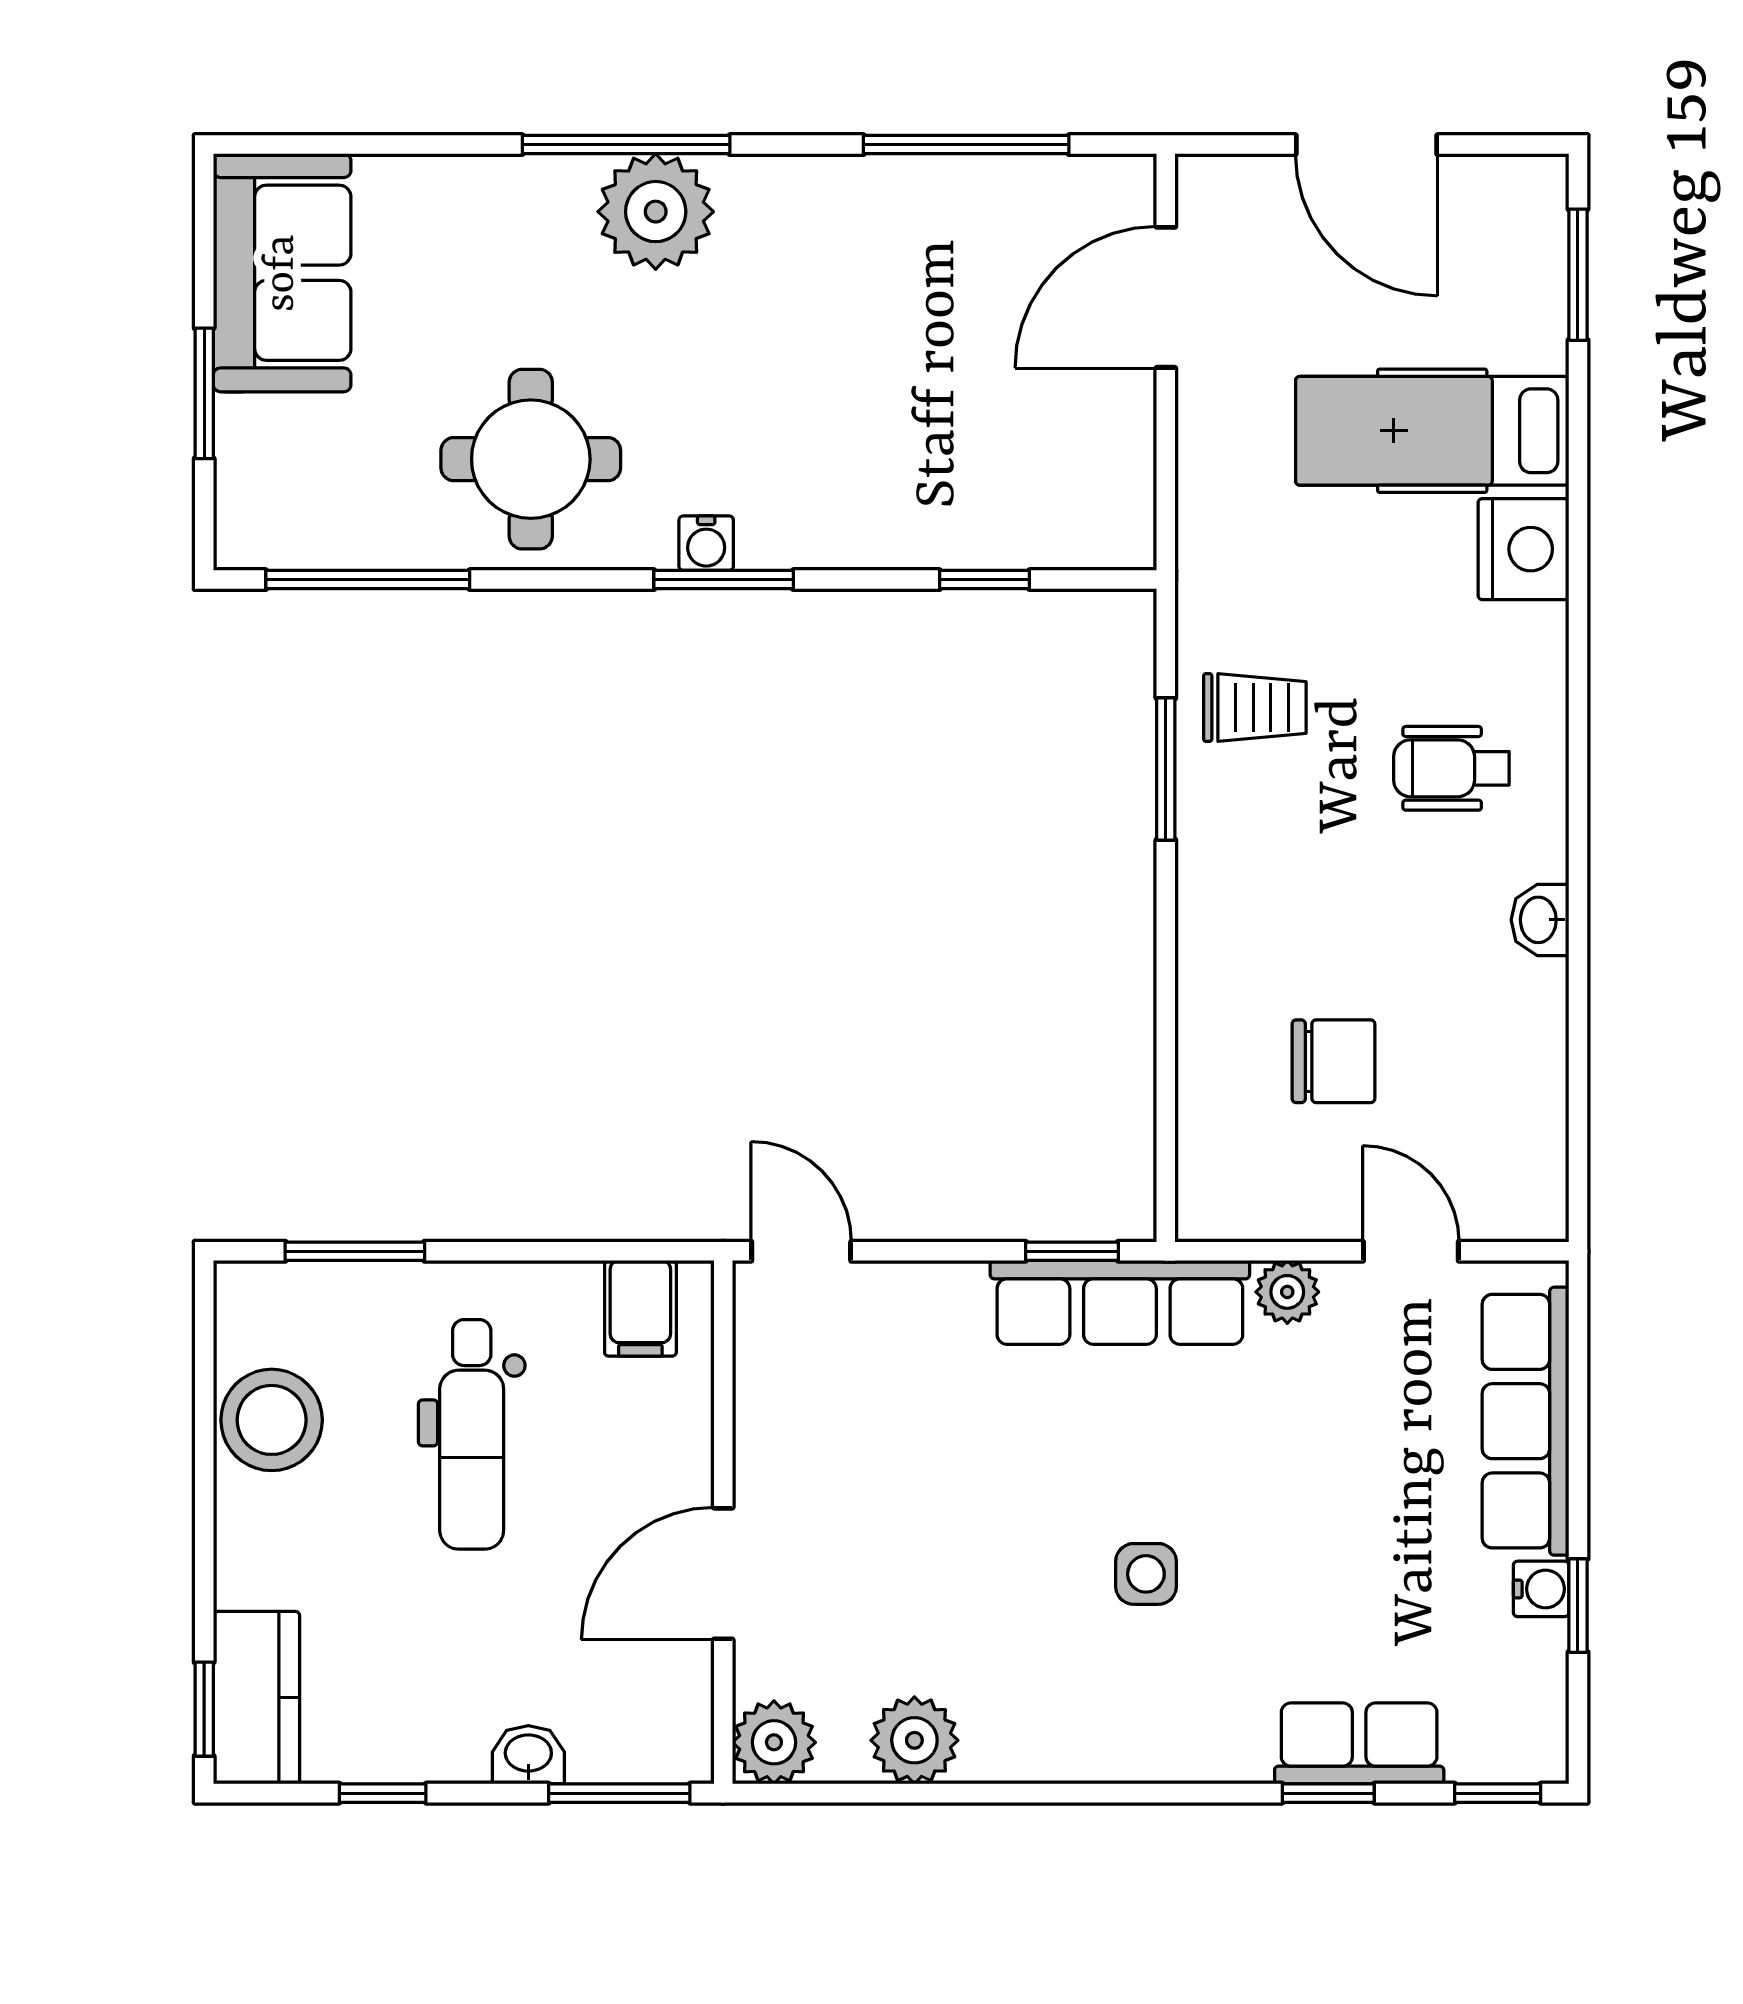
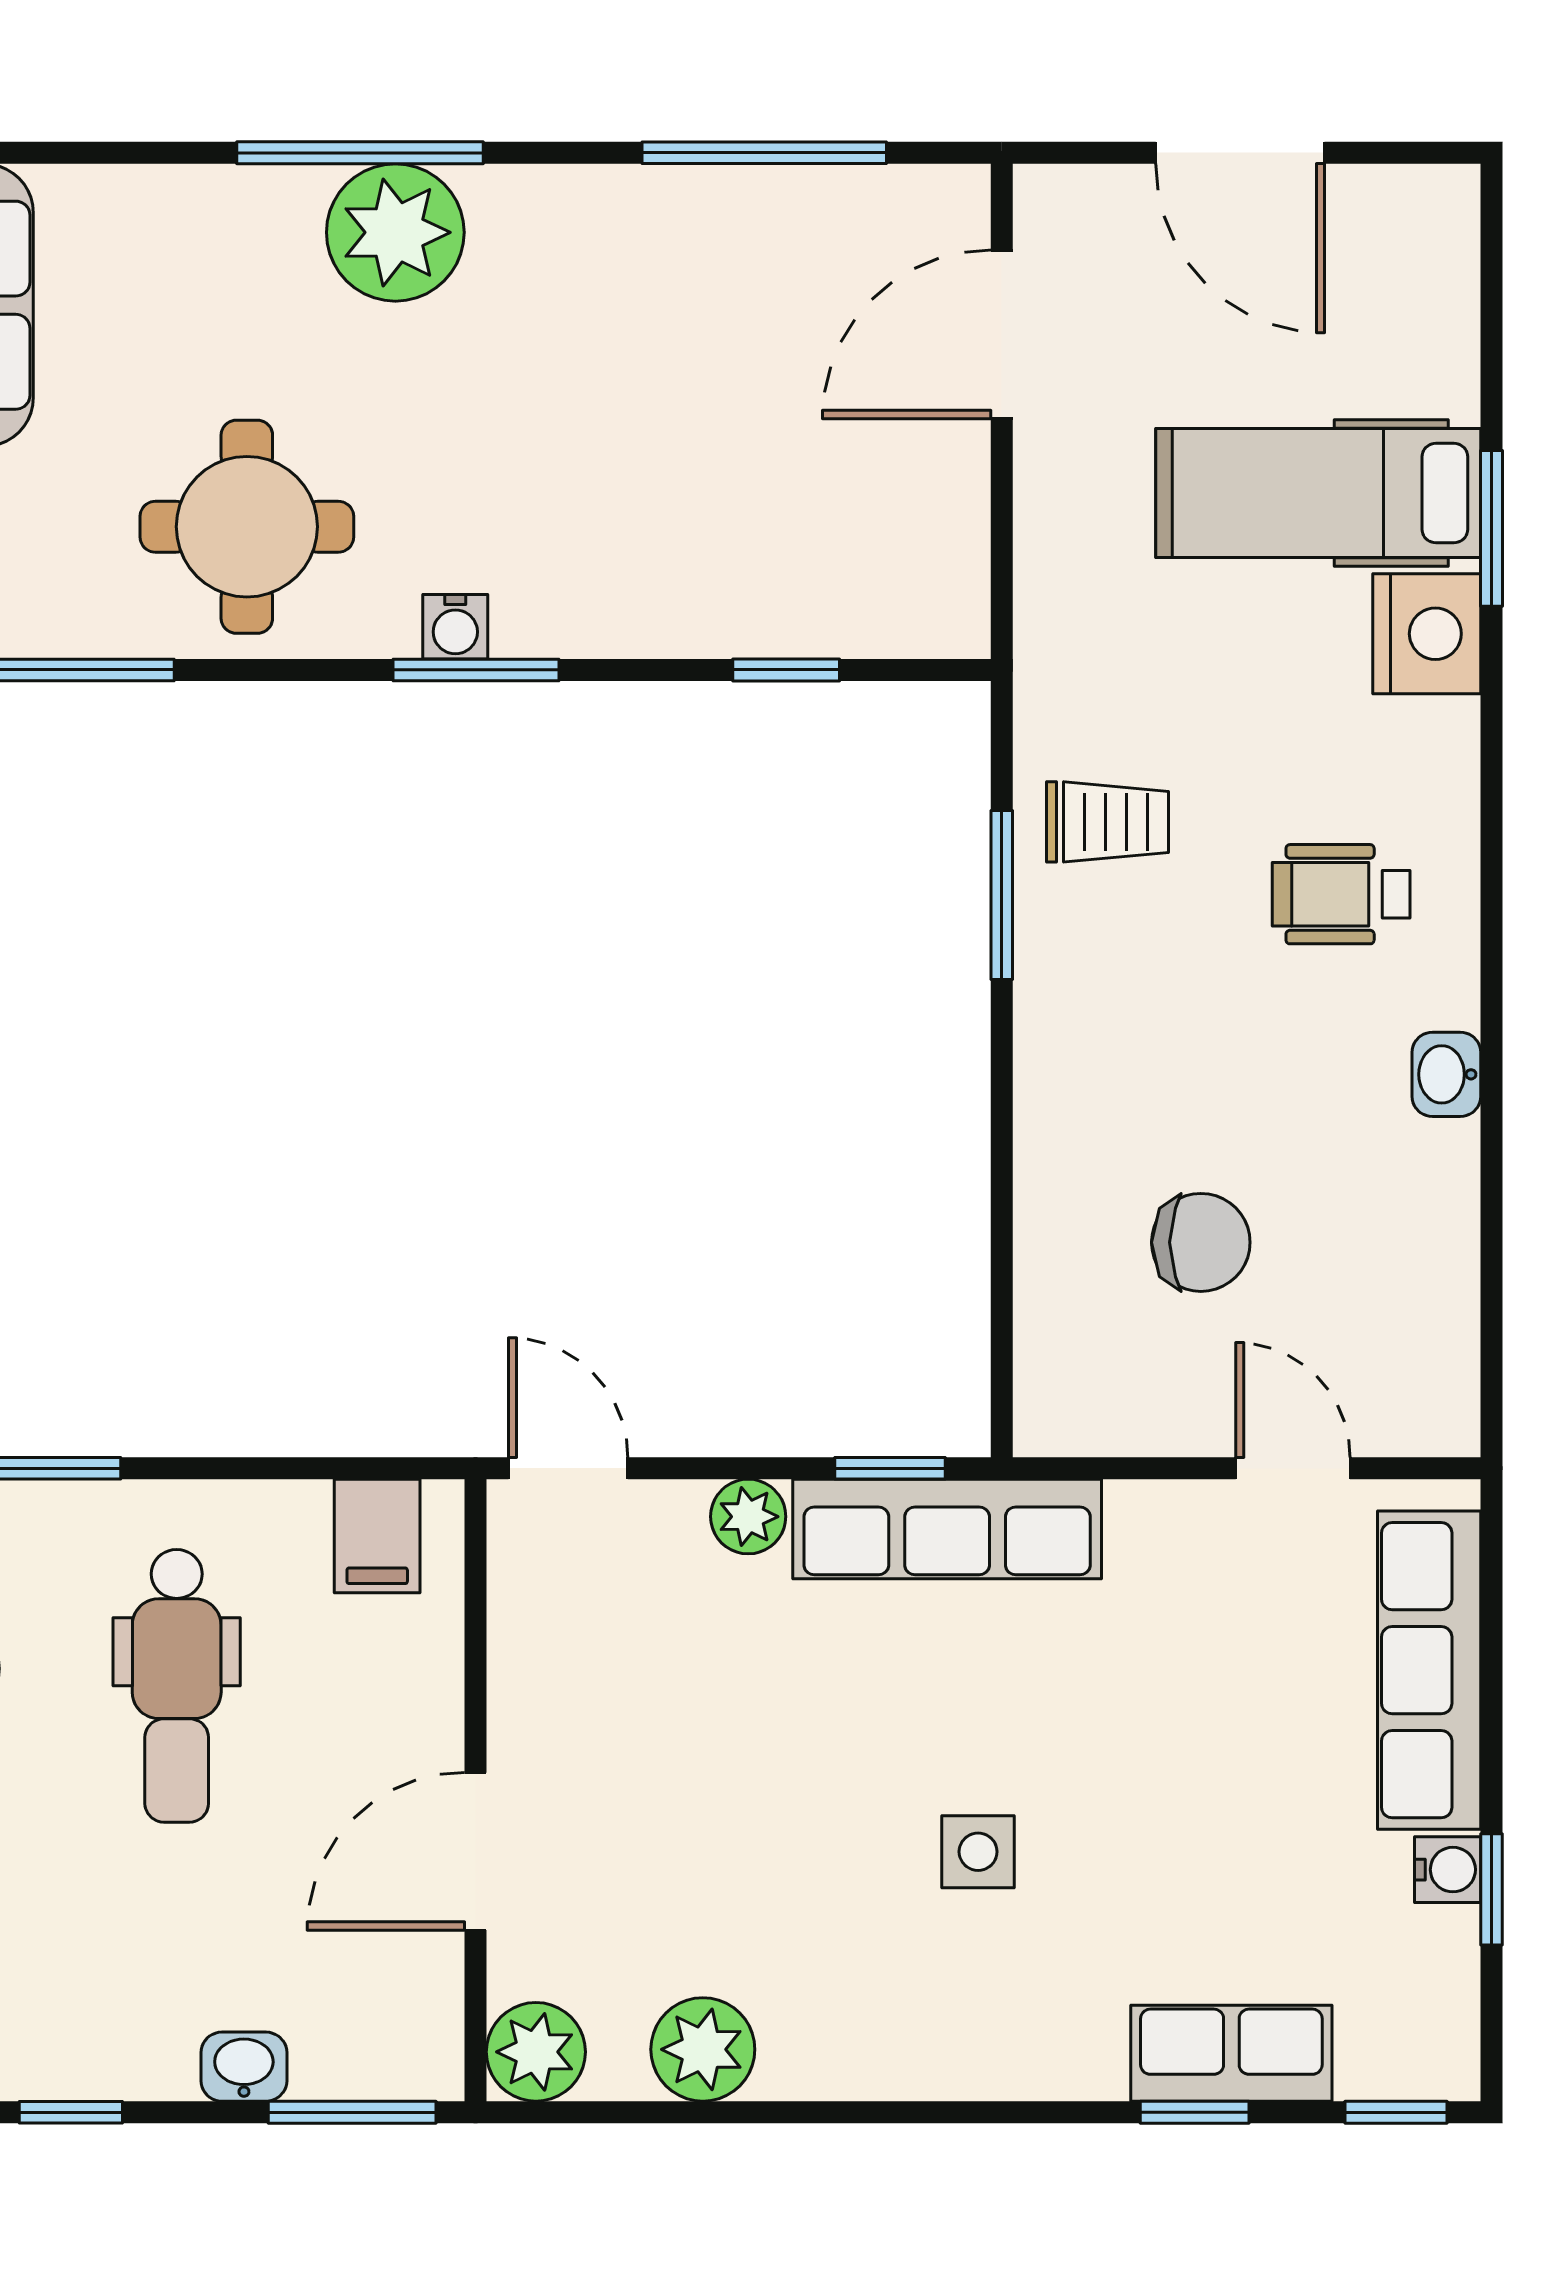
window: (1578, 275) -> (1491, 528), moved
plant: (1287, 1292) -> (748, 1517), moved

